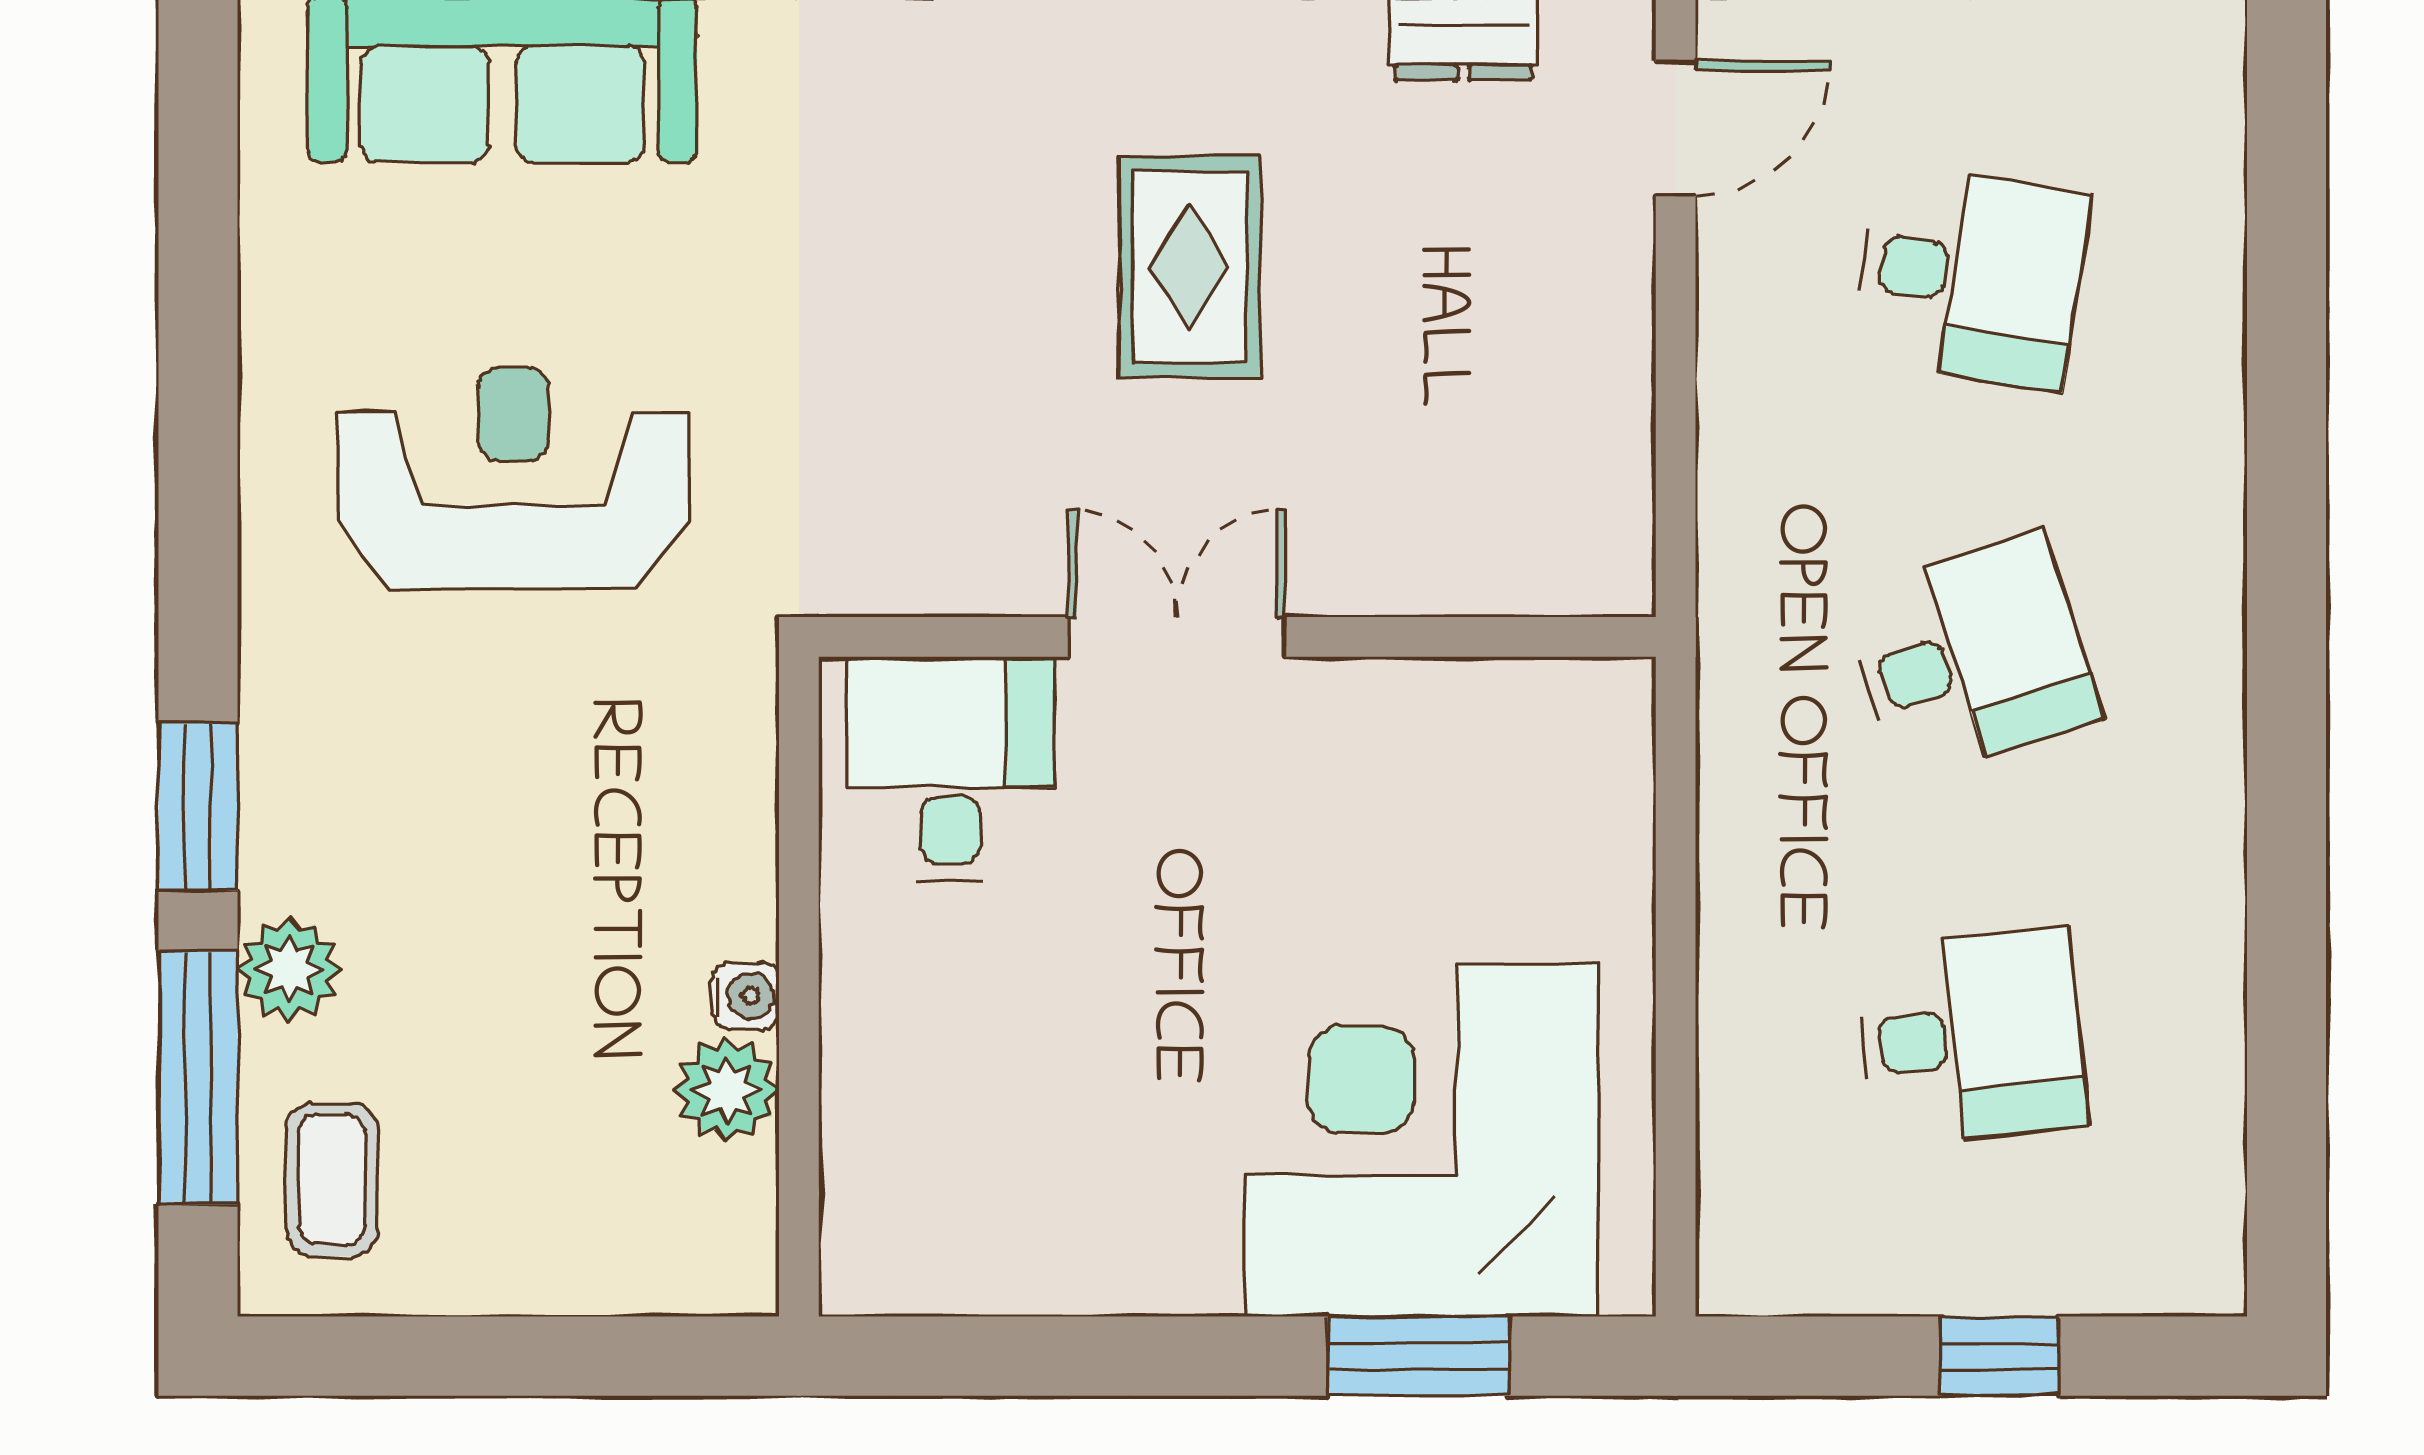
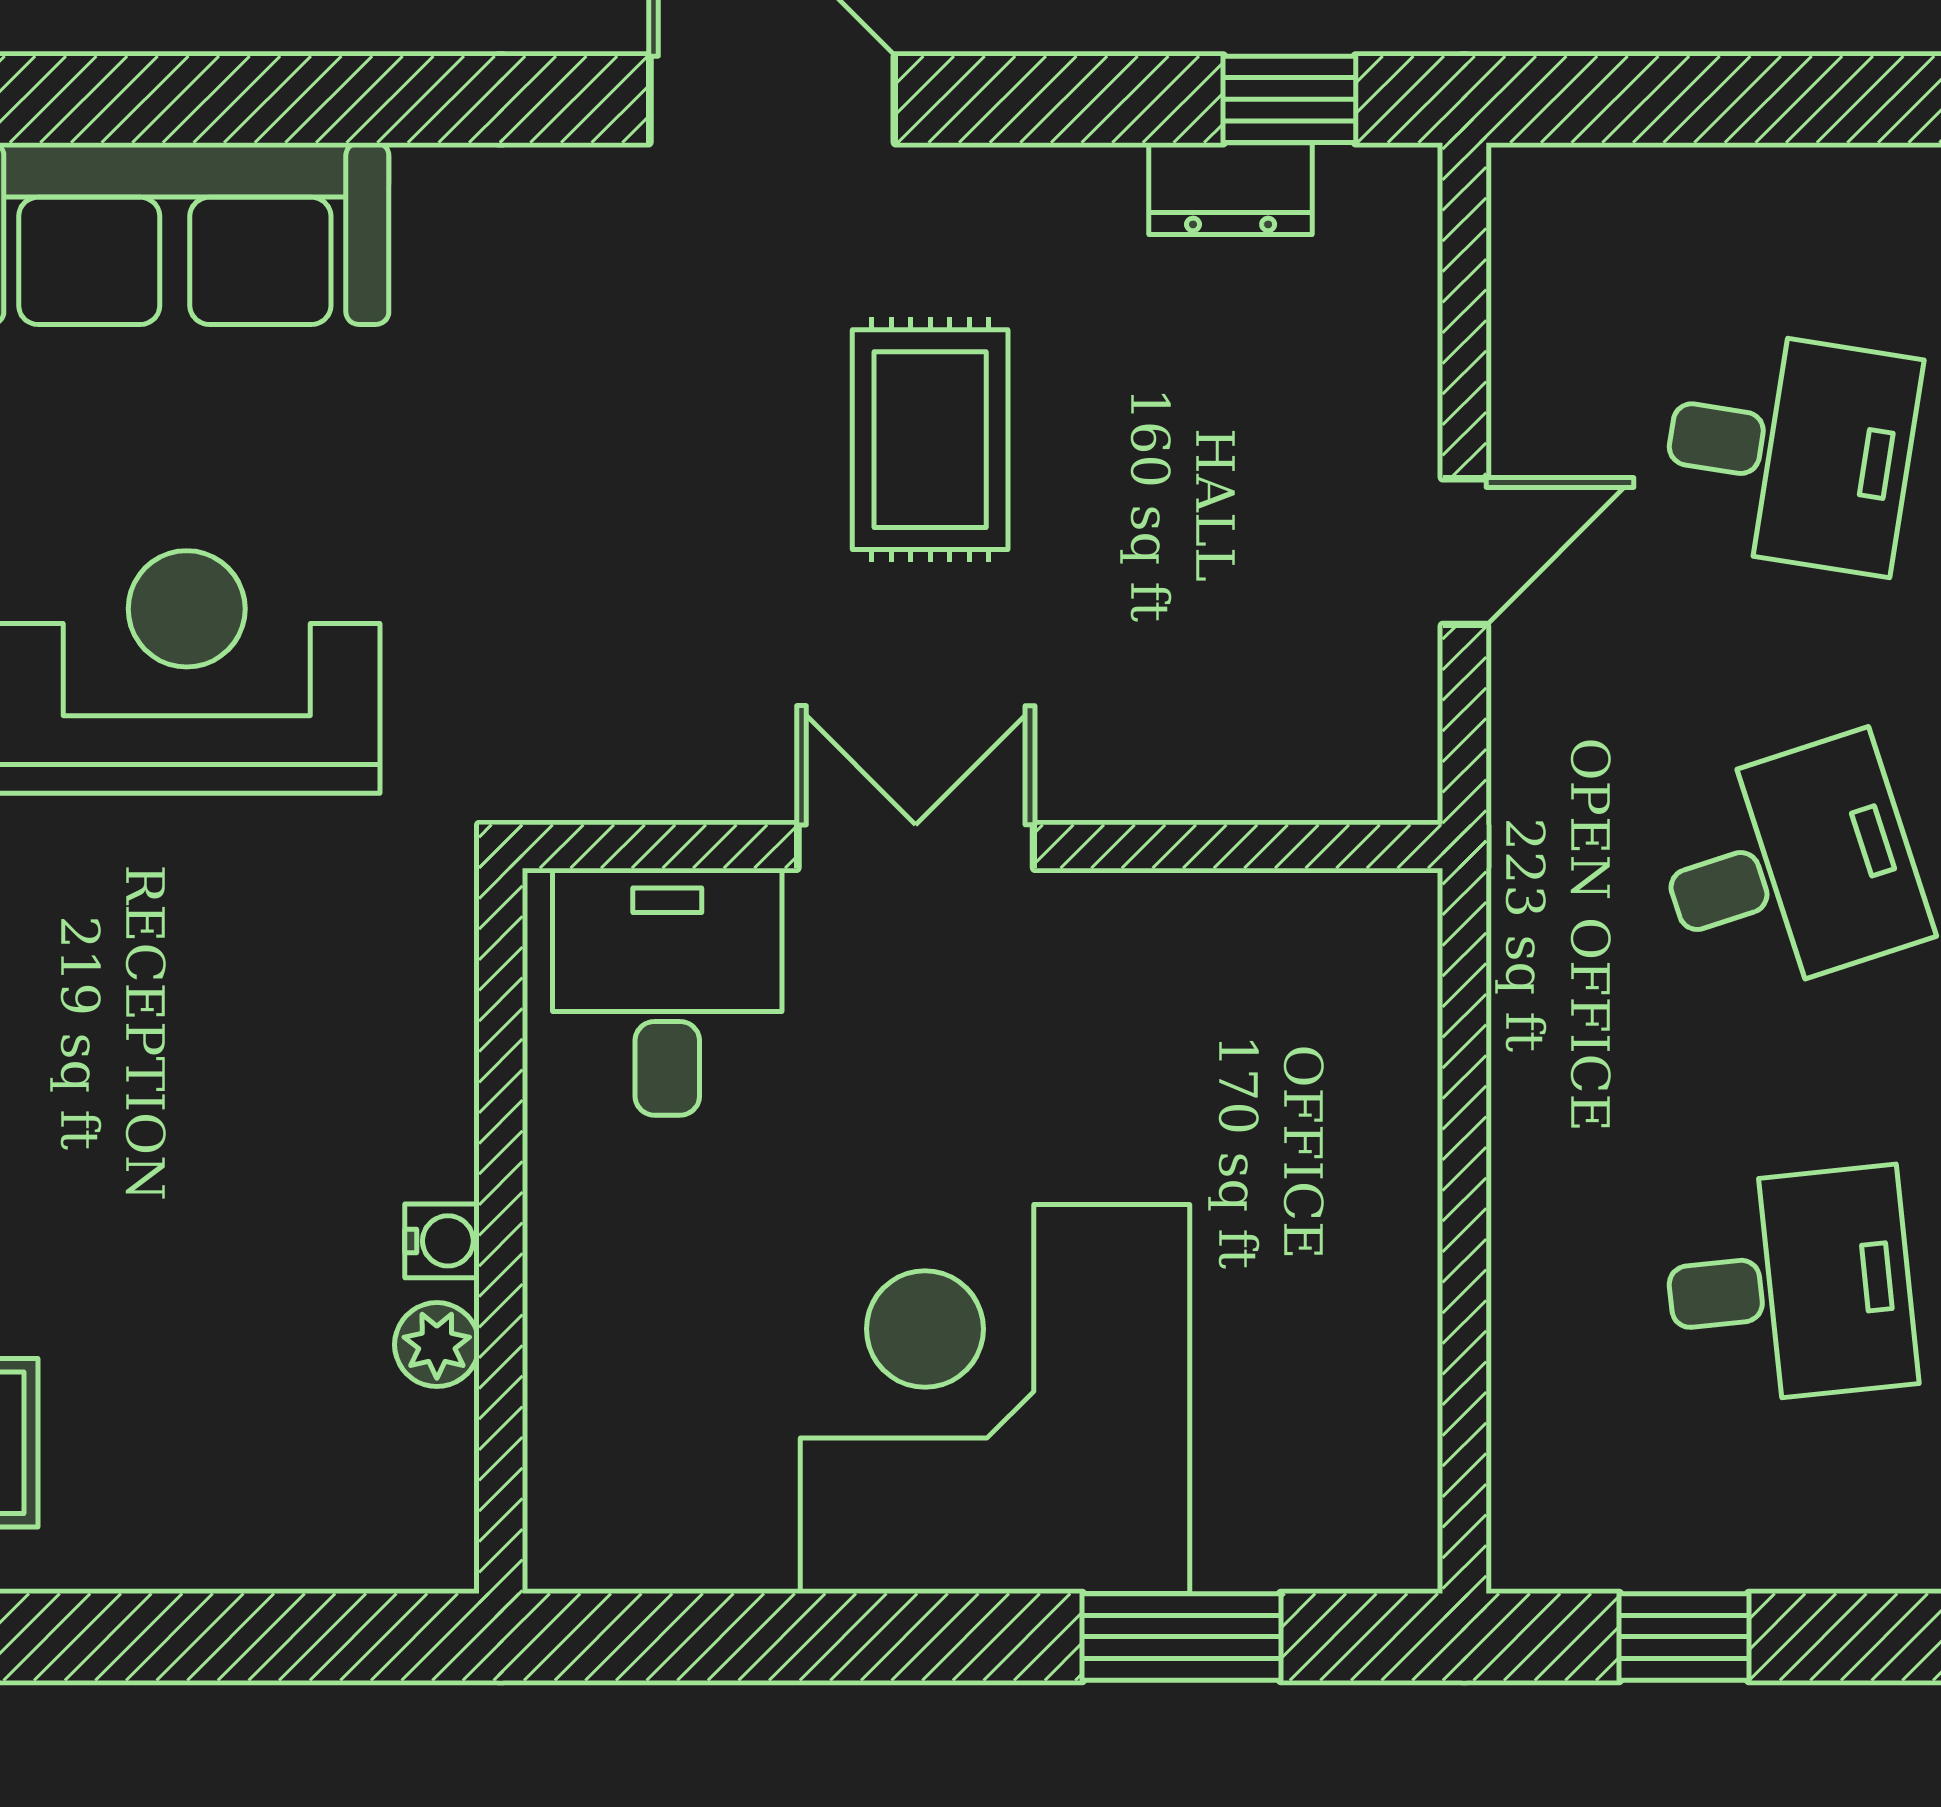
door: (1676, 129) -> (1464, 552), moved
plant: (726, 1090) -> (437, 1345), width x0.73, depth x0.73
corner desk: (1421, 1140) -> (995, 1399), moved
window: (2000, 1356) -> (1684, 1637), moved

